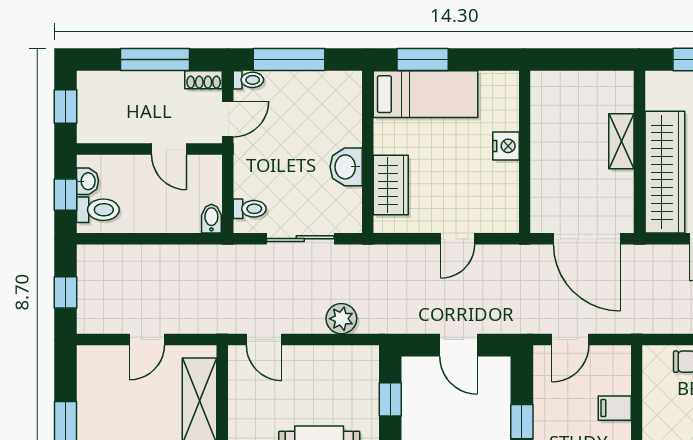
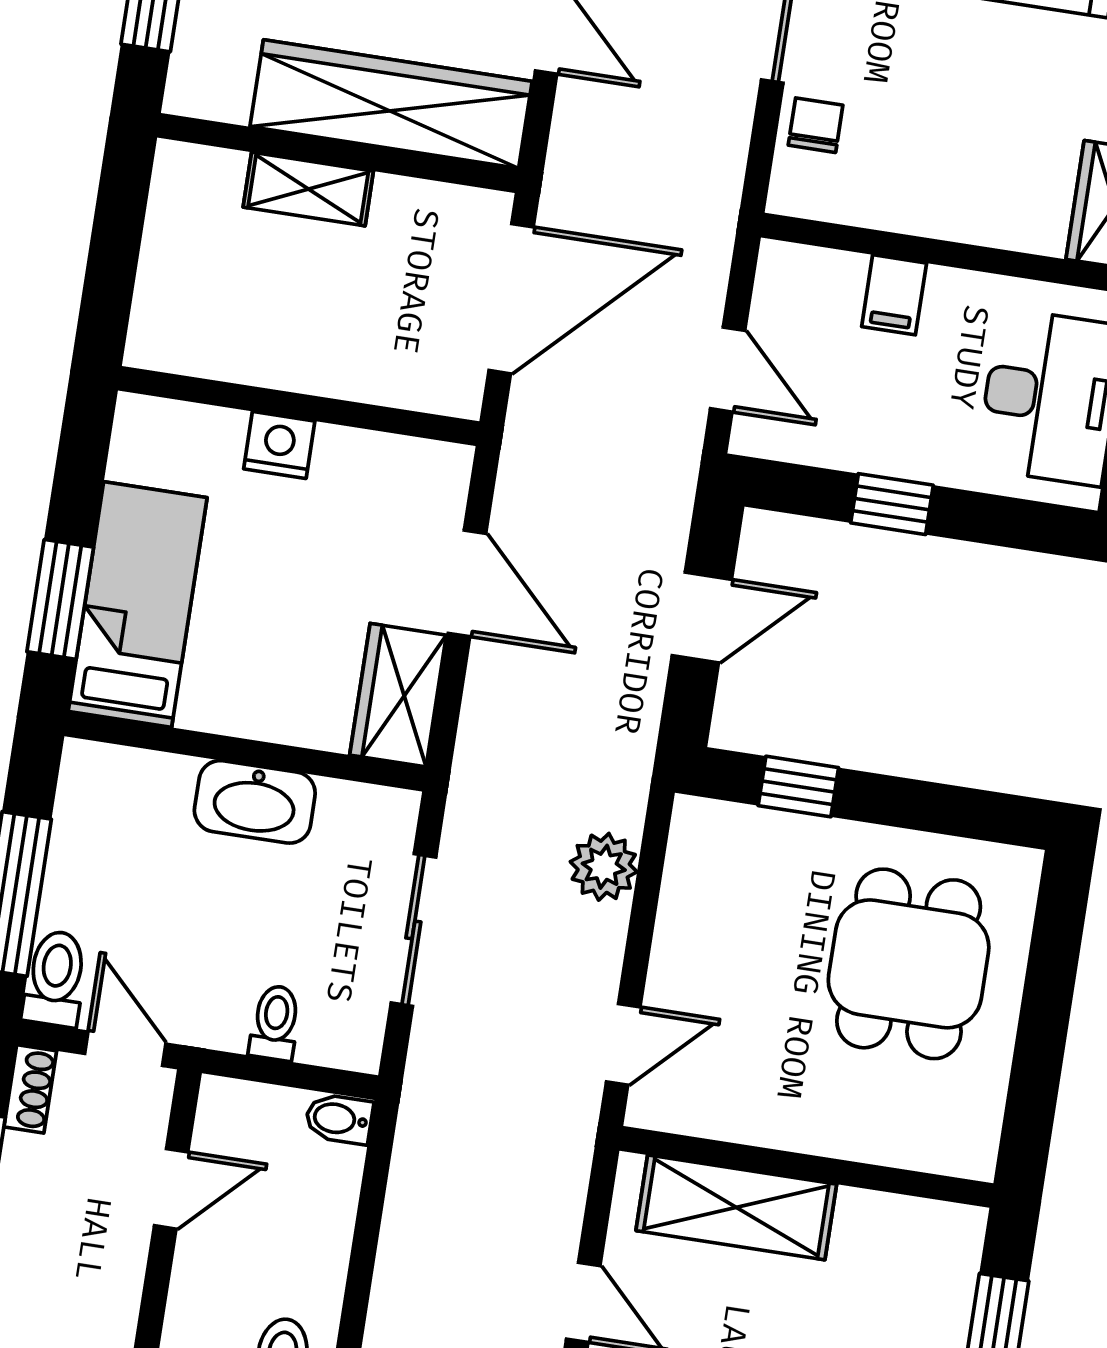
toilet: (248, 80) -> (55, 978), width x1.37, depth x1.39
washbasin: (346, 167) -> (255, 802), width x1.38
wardrobe: (391, 185) -> (398, 695), moved, turned -90
toilet: (250, 209) -> (275, 1023), moved
door: (458, 239) -> (467, 583), width x1.38

